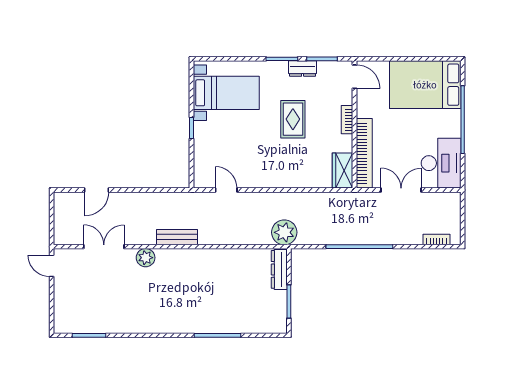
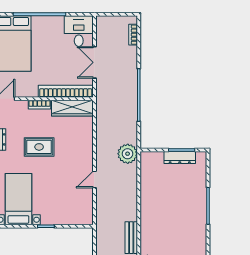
desk: (441, 163) -> (79, 31), width x0.73
wardrobe: (342, 171) -> (72, 108), width x1.50
door: (226, 190) -> (94, 179), moved
dresser: (279, 269) -> (180, 158), moved

